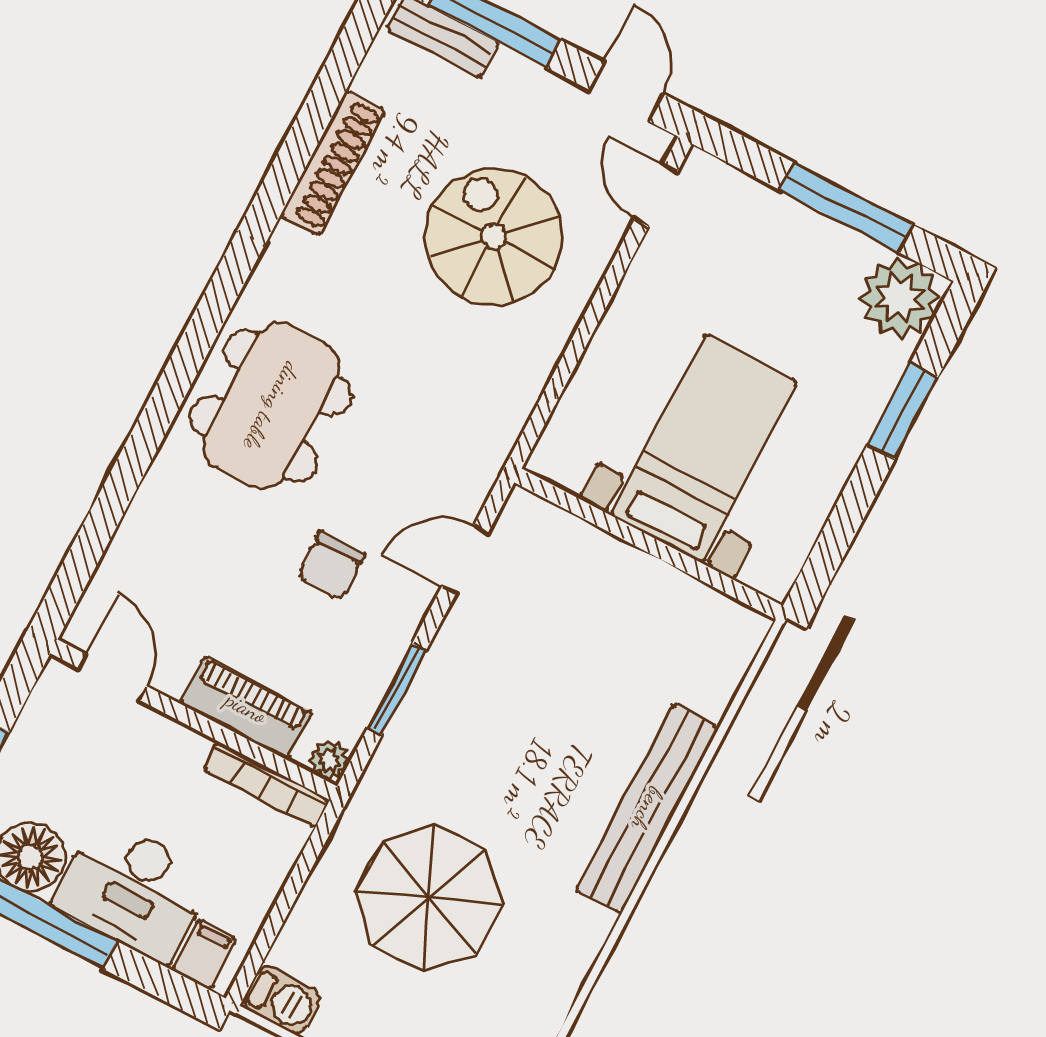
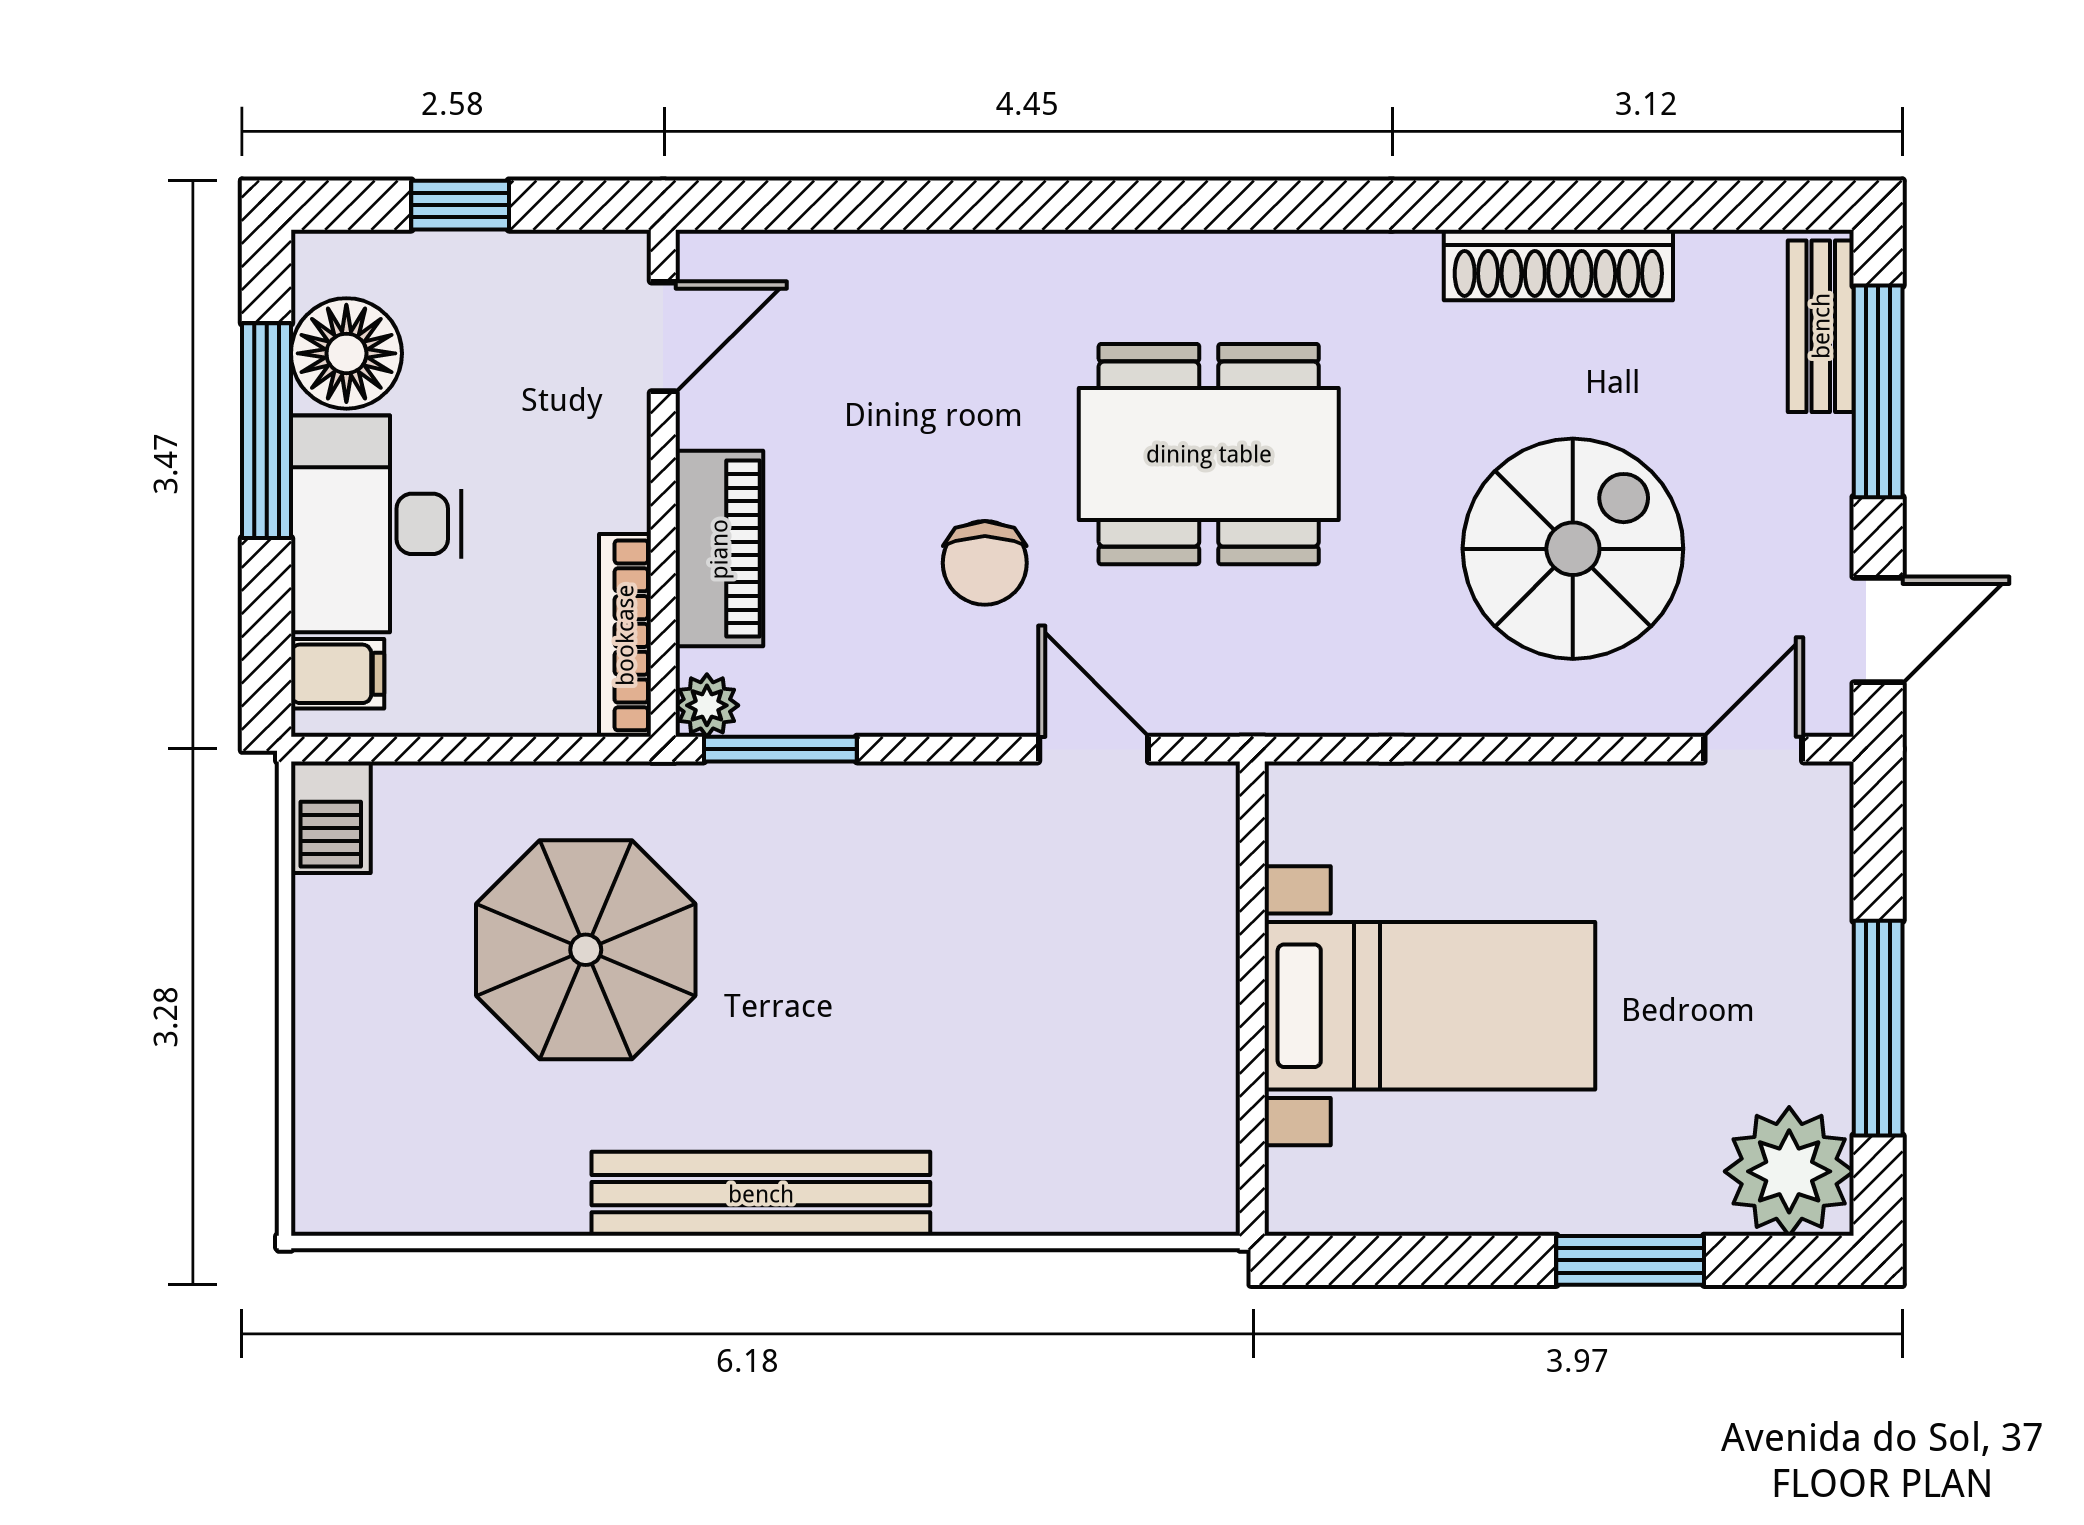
dining table: (271, 406) -> (1209, 454), moved
chair: (331, 565) -> (985, 563), turned -90
window: (397, 689) -> (780, 749), moved
bench: (647, 809) -> (761, 1194), moved

